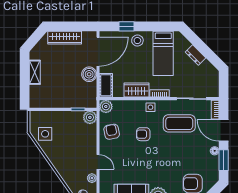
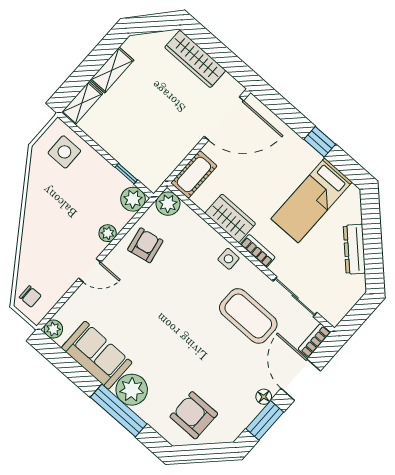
window: (127, 26) -> (320, 142), moved
stool: (137, 41) -> (292, 151), removed
dresser: (195, 55) -> (354, 249), width x1.44
boiler: (89, 74) -> (184, 139), removed
shelving: (34, 97) -> (82, 103), added
side table: (45, 134) -> (64, 152), moved
armchair: (143, 134) -> (186, 287), removed
door: (98, 162) -> (90, 270), hinge flipped
plant: (92, 178) -> (108, 233), moved

